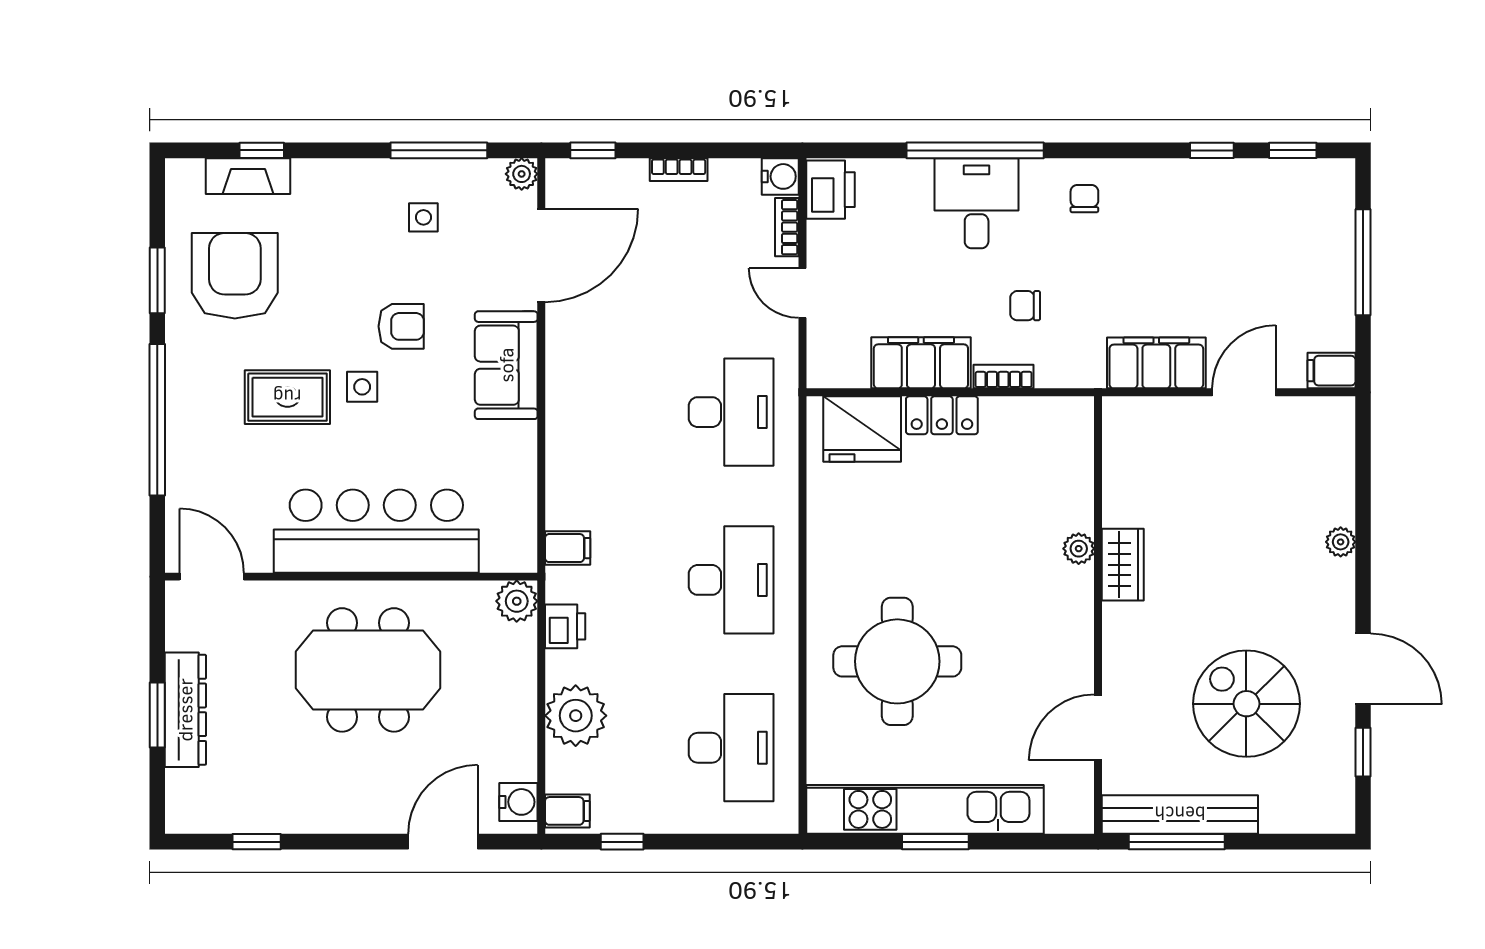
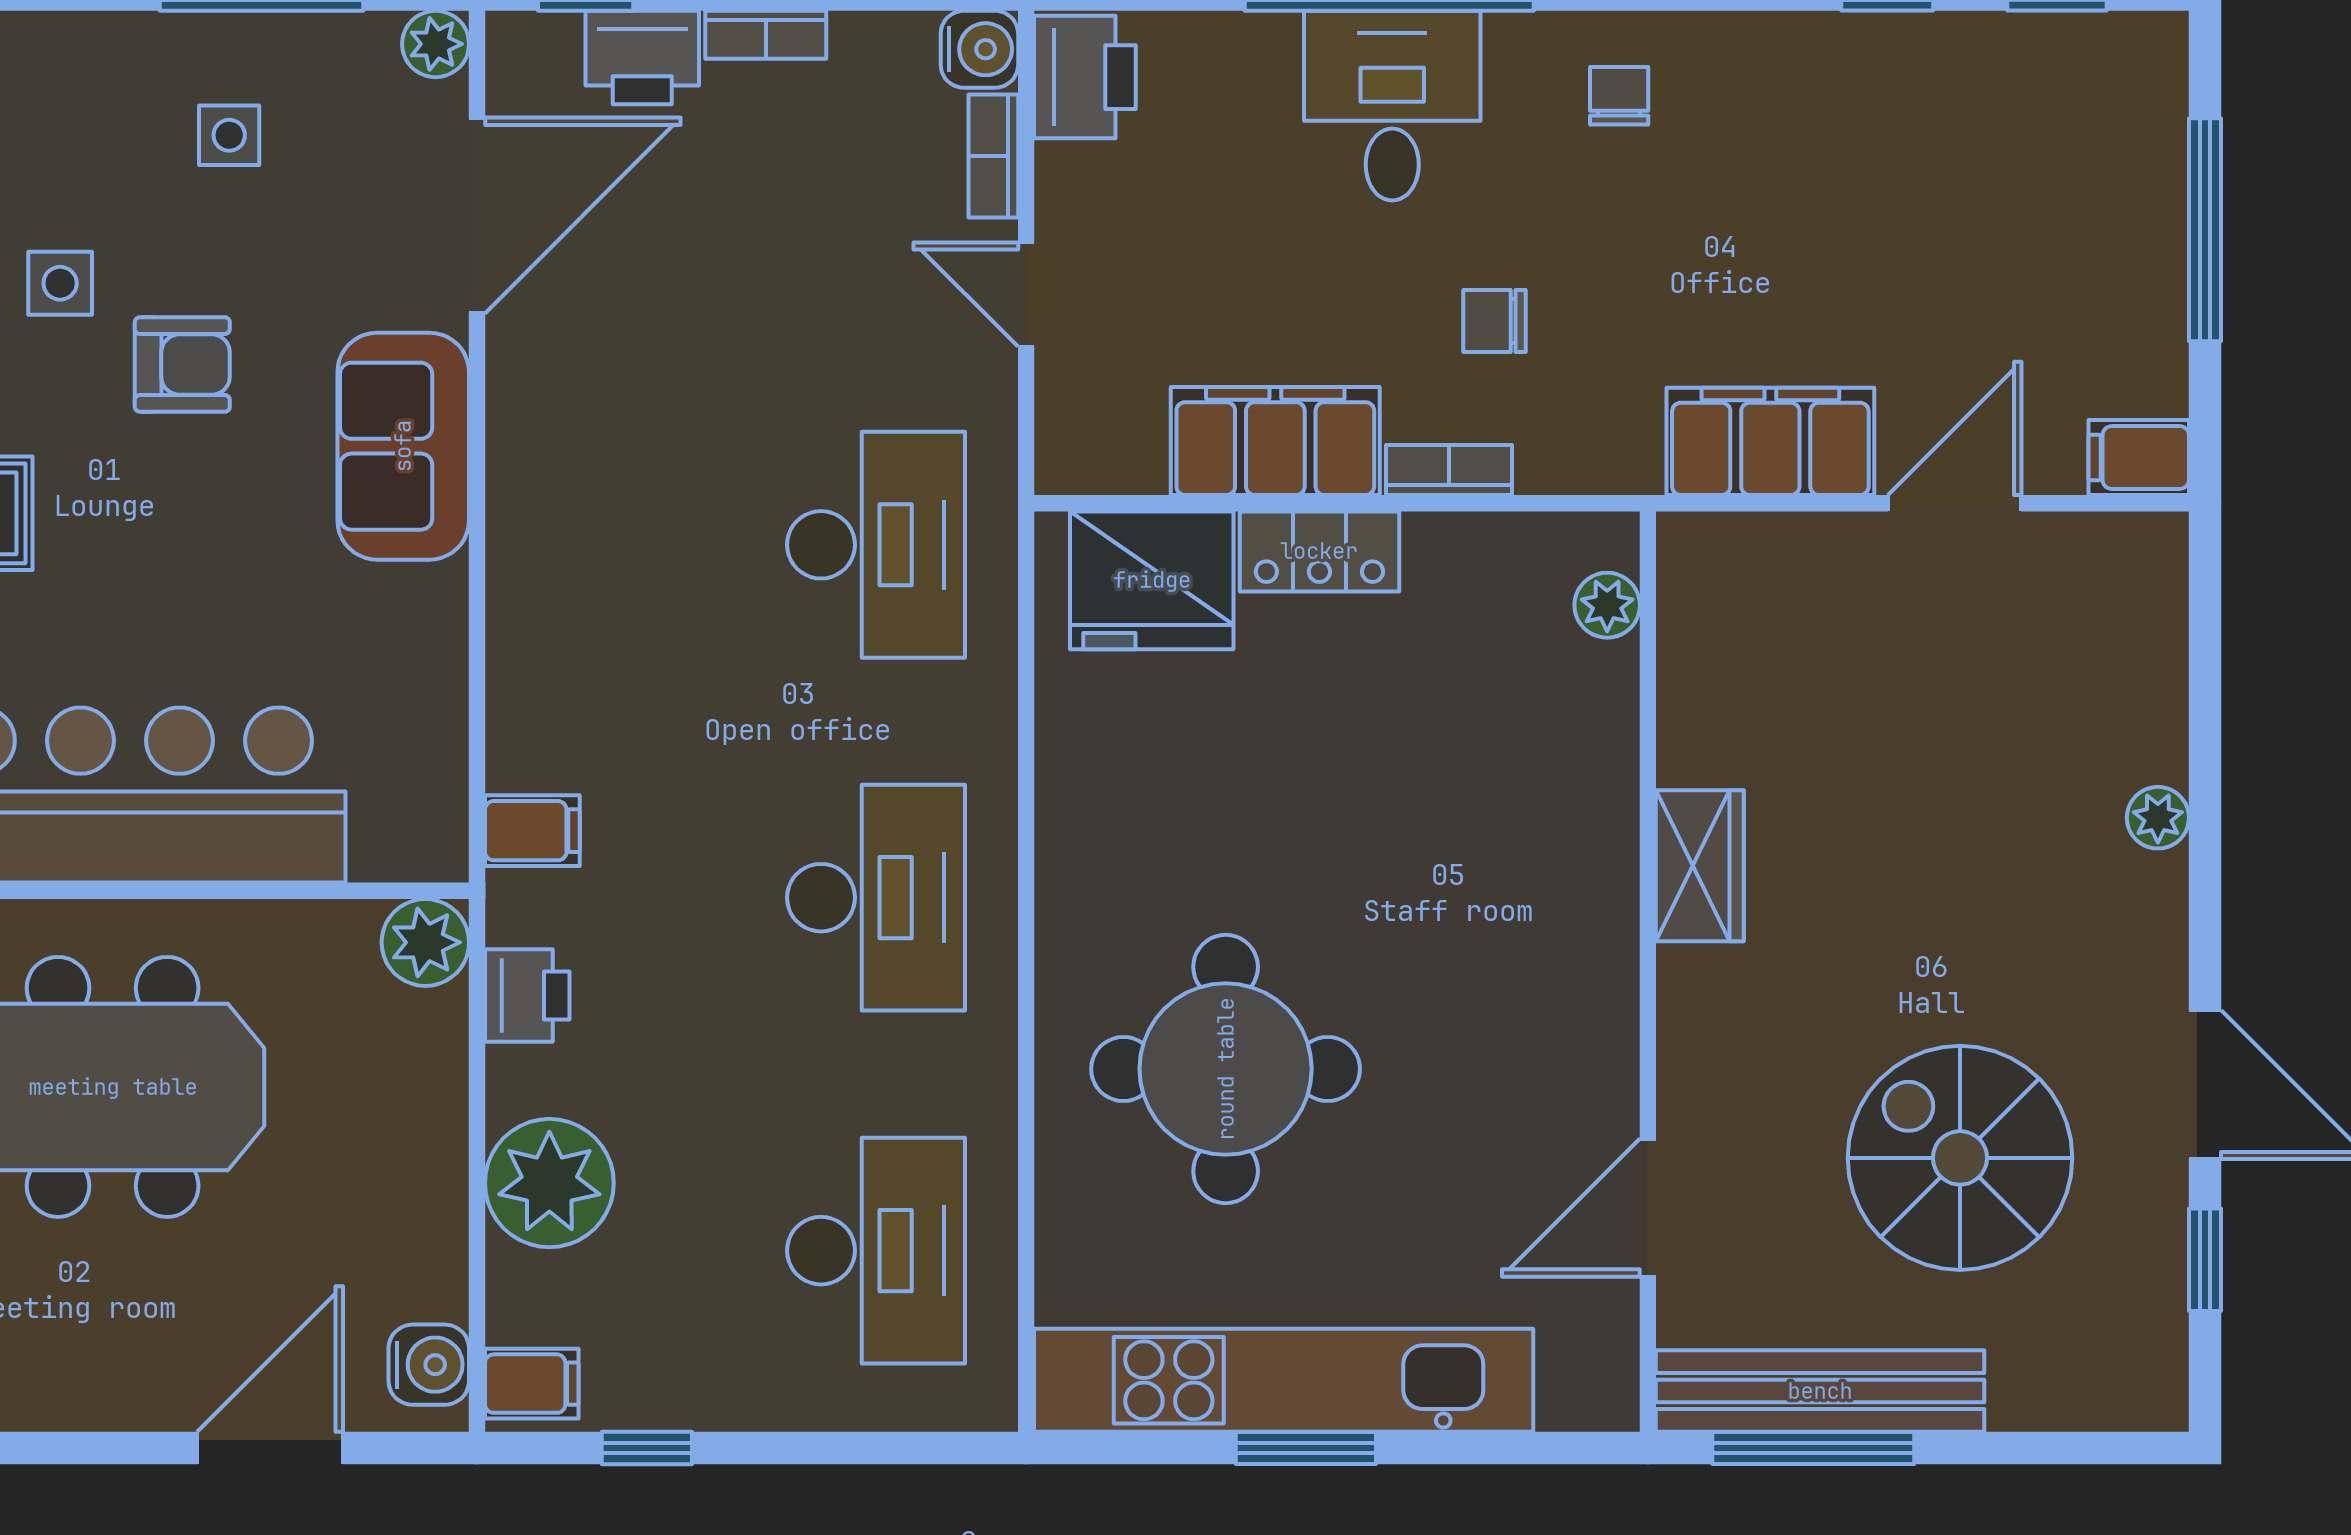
printer: (620, 180) -> (642, 57), added
side table: (362, 387) -> (60, 283), moved
plant: (1079, 549) -> (1607, 605), moved

